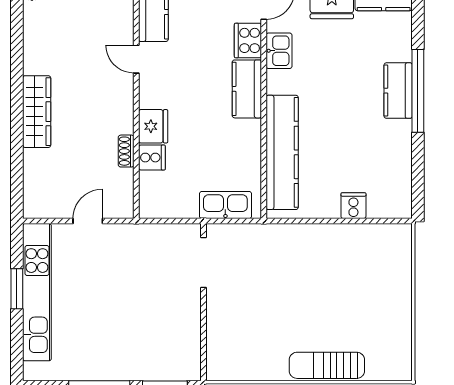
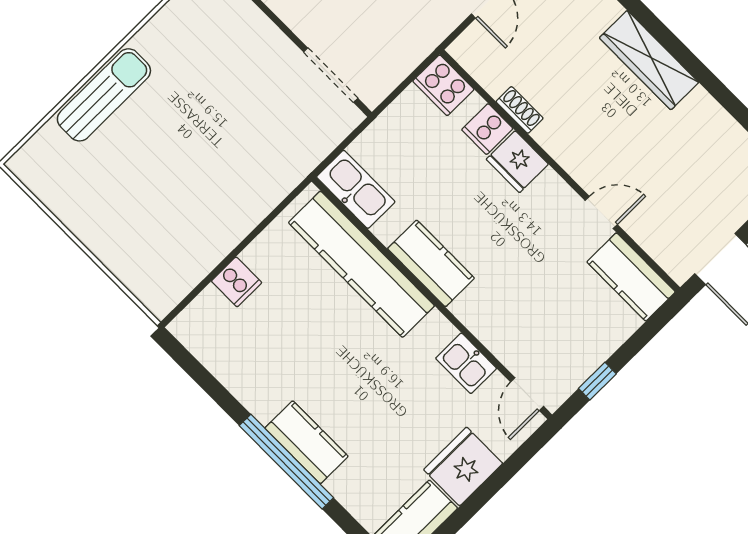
cooker: (248, 40) -> (443, 85), moved, turned 180
kitchen counter: (247, 89) -> (431, 263), moved
kitchen sink: (225, 205) -> (356, 189), moved, turned -90

